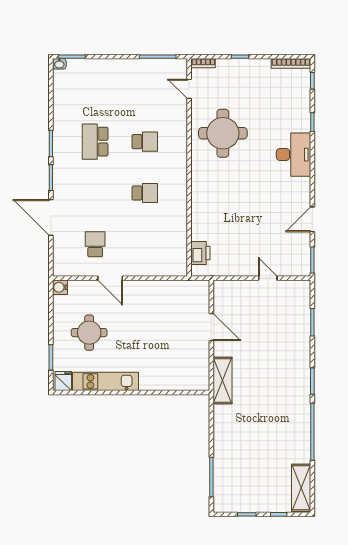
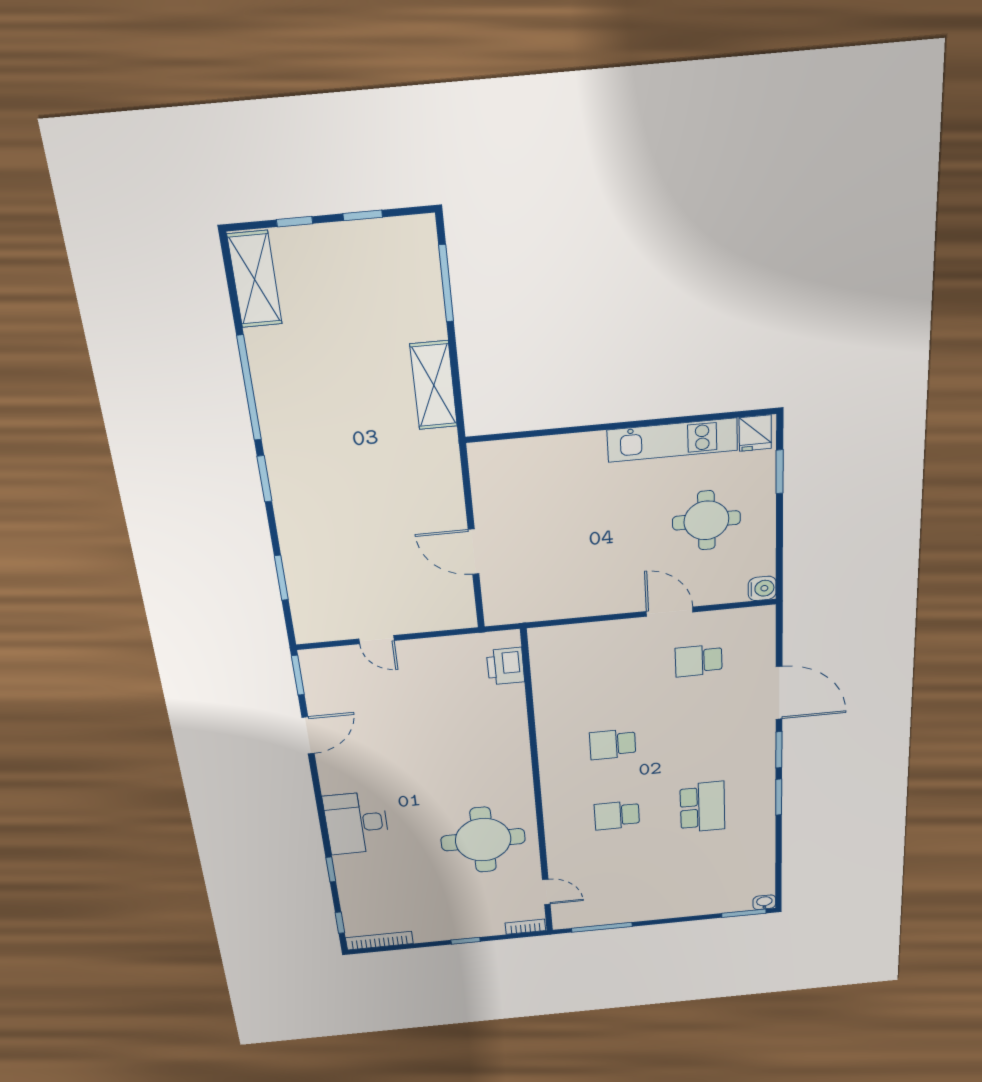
school desk: (95, 244) -> (699, 661), turned 90
shelving: (223, 381) -> (434, 385), moved

